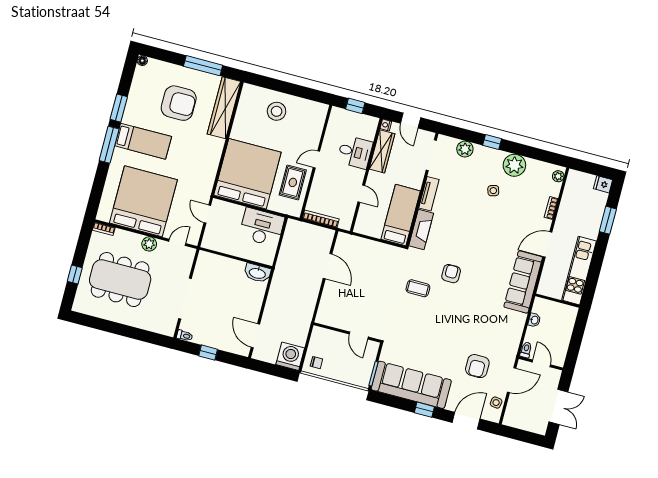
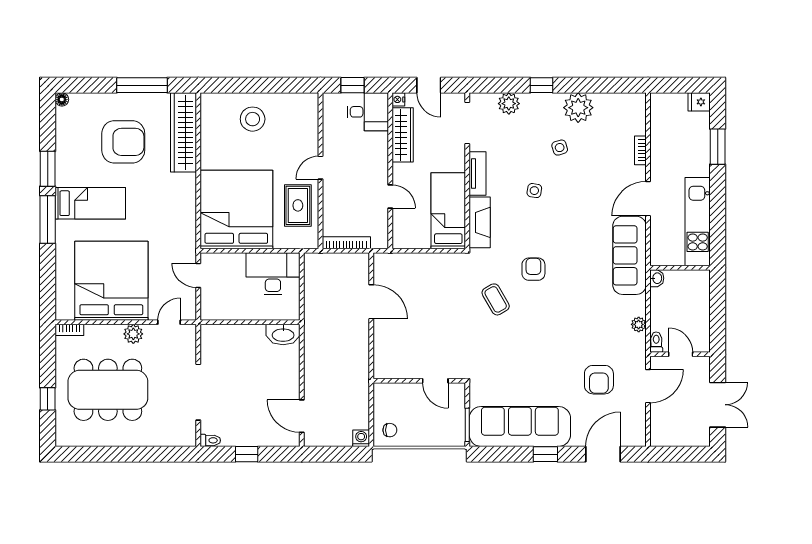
desk: (355, 152) -> (368, 112), moved
plant: (558, 176) -> (639, 324), moved
coffee table: (418, 288) -> (496, 299), turned 60
washbasin: (534, 320) -> (657, 278), moved
washing machine: (290, 356) -> (361, 438), width x0.53, depth x0.53
side table: (496, 403) -> (534, 191), moved

